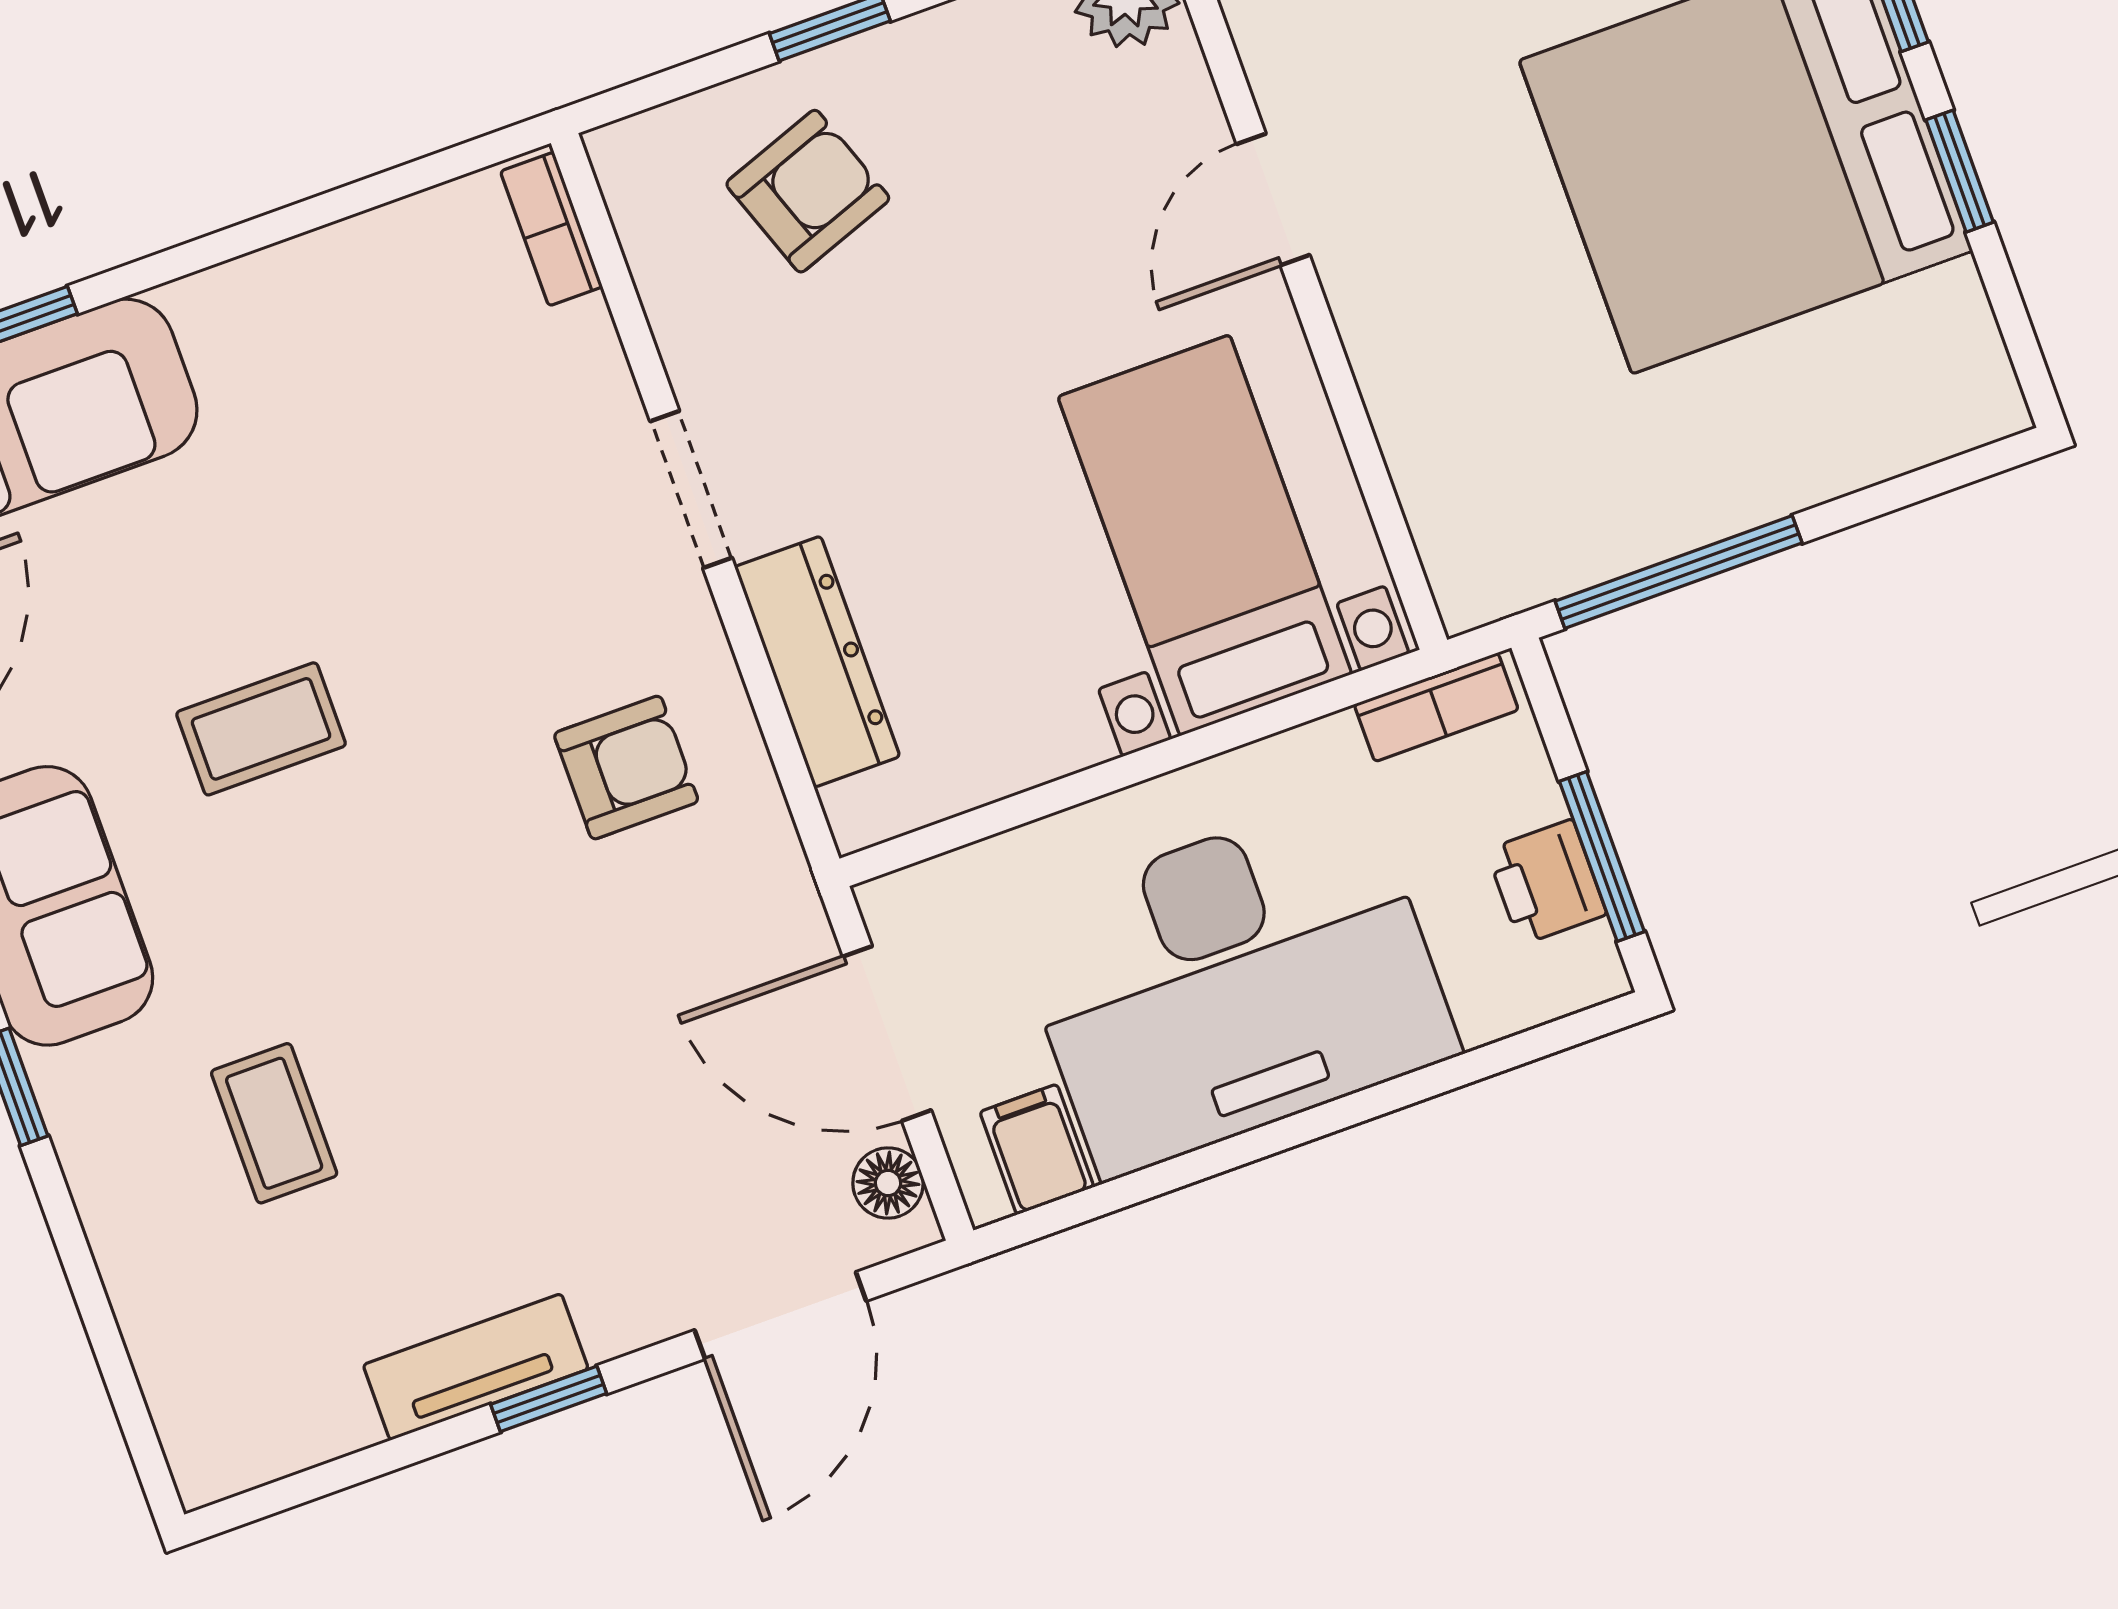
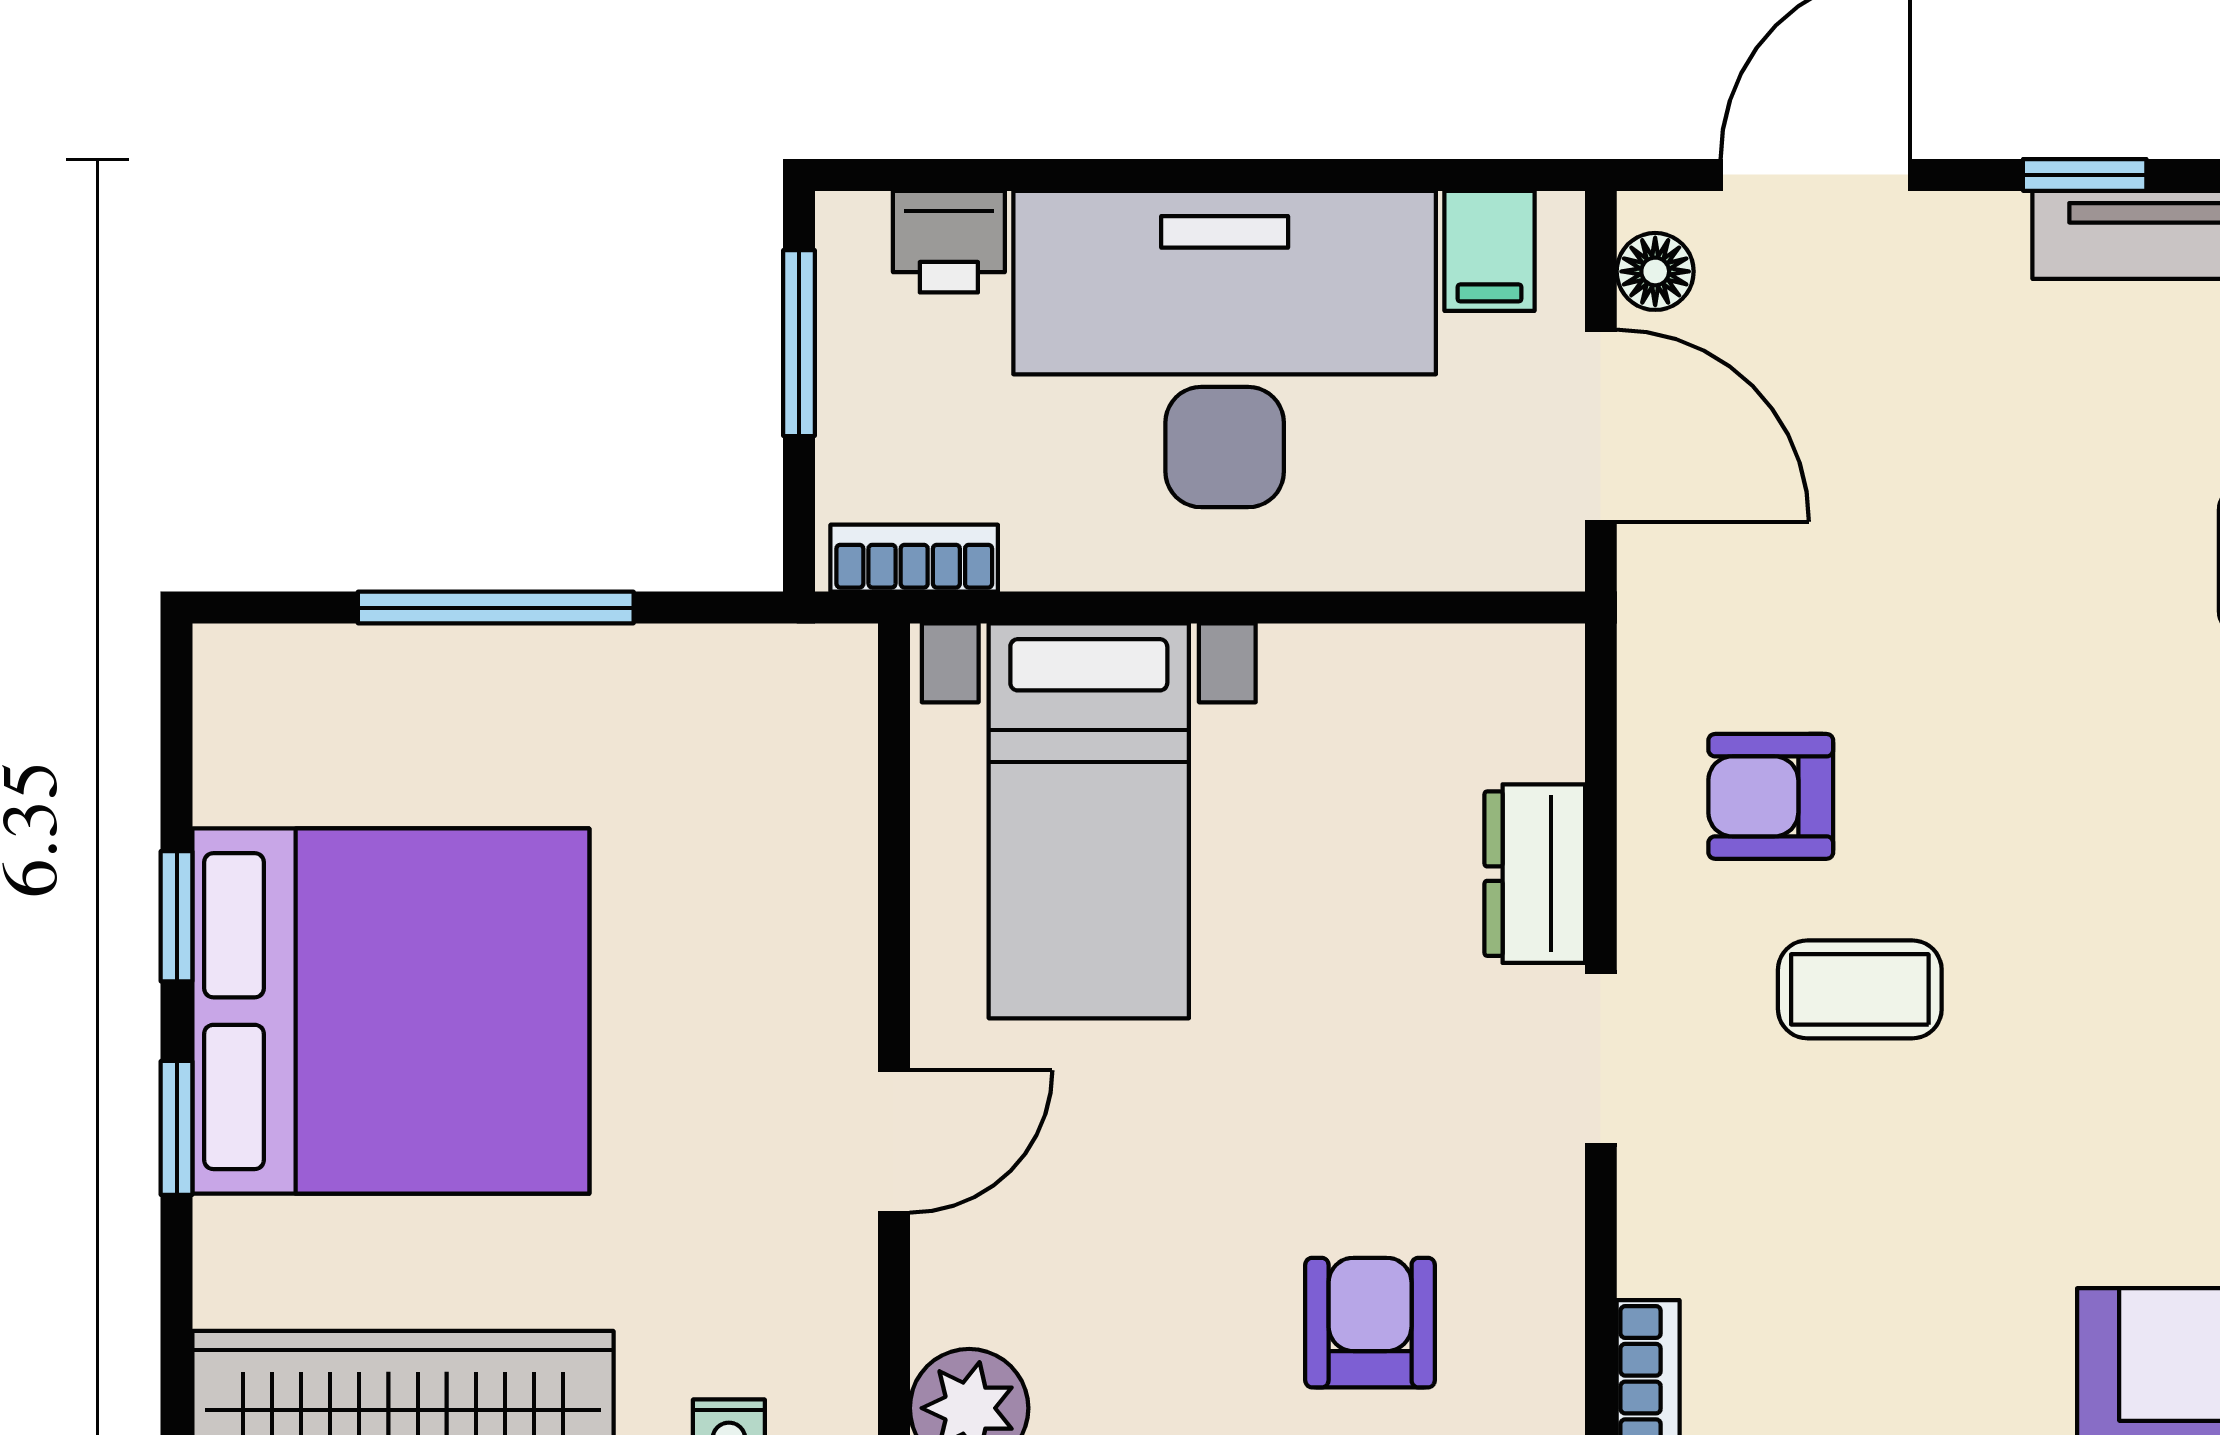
armchair: (808, 191) -> (1370, 1323), turned 110
window: (1679, 572) -> (496, 608), moved
dresser: (817, 662) -> (1535, 874), width x0.70
coffee table: (261, 729) -> (1860, 989), moved
printer: (1546, 882) -> (949, 242), moved, turned 90

